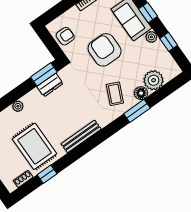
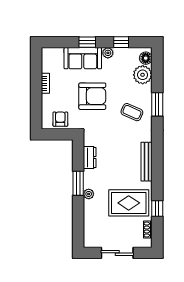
armchair: (105, 50) -> (92, 96), turned 180
window: (44, 74) -> (78, 183), moved
floor lamp: (141, 93) -> (146, 58), moved

